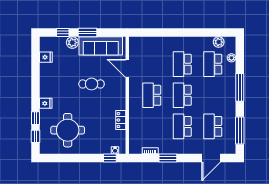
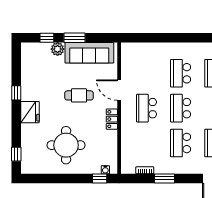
fridge: (46, 57) -> (28, 65), removed
door: (127, 68) -> (119, 90), moved
fridge: (46, 103) -> (30, 112), width x1.88, depth x1.34
window: (35, 118) -> (16, 93), moved
locker: (121, 120) -> (112, 119), moved
round table: (68, 130) -> (66, 145), moved

